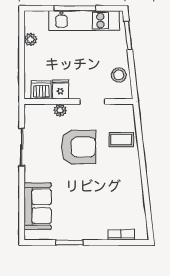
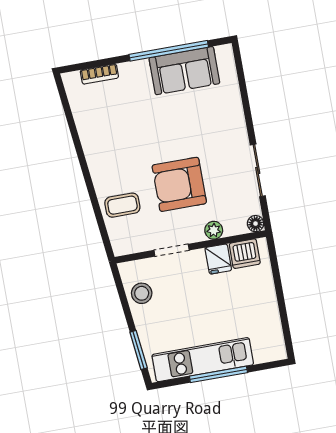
plant: (31, 40) -> (272, 320), removed
floor lamp: (30, 110) -> (256, 224), added
sofa: (38, 206) -> (184, 71), moved, turned -90
window: (69, 242) -> (169, 51), width x2.11

